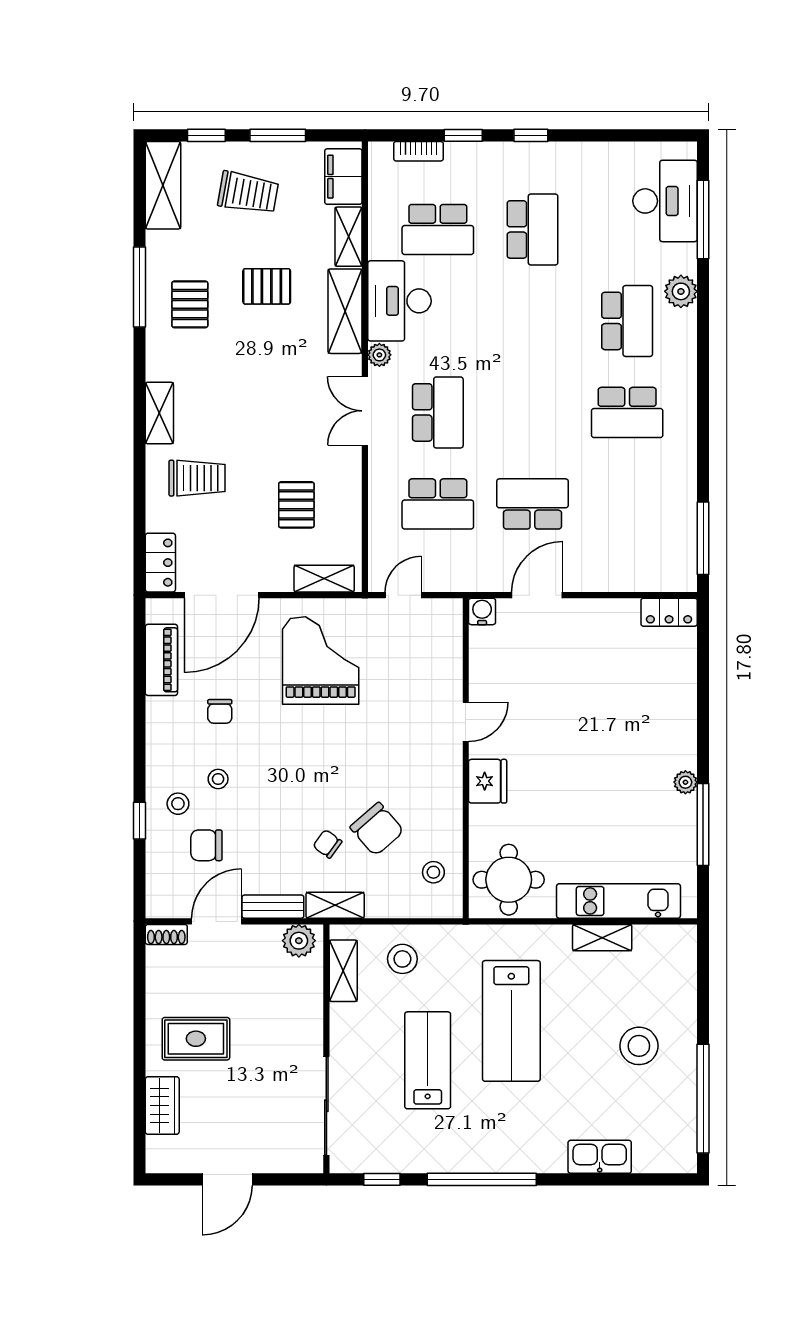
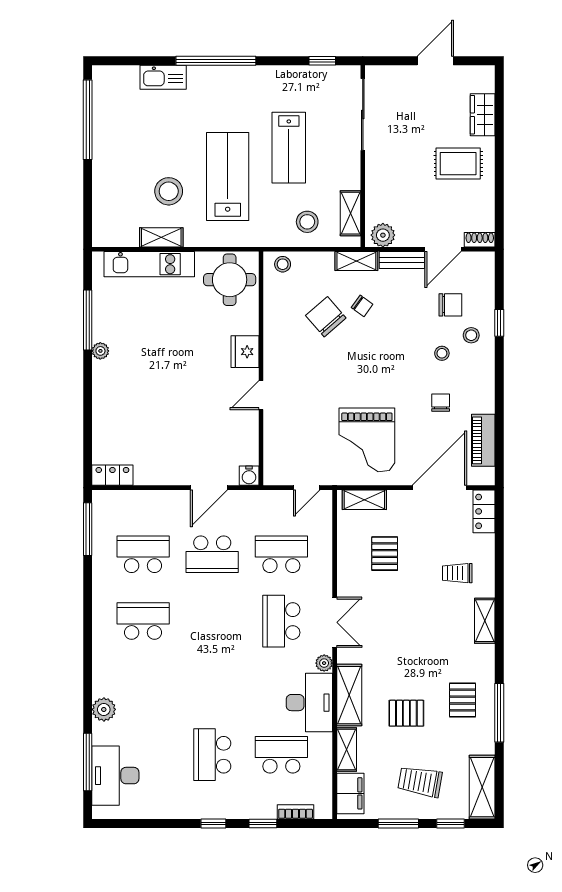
school desk: (627, 321) -> (143, 554), moved, turned 90
trolley: (197, 478) -> (457, 573), width x0.73, depth x0.72
stool: (433, 872) -> (283, 264), moved
stool: (639, 1046) -> (169, 191), moved
window: (482, 1179) -> (216, 61), moved

